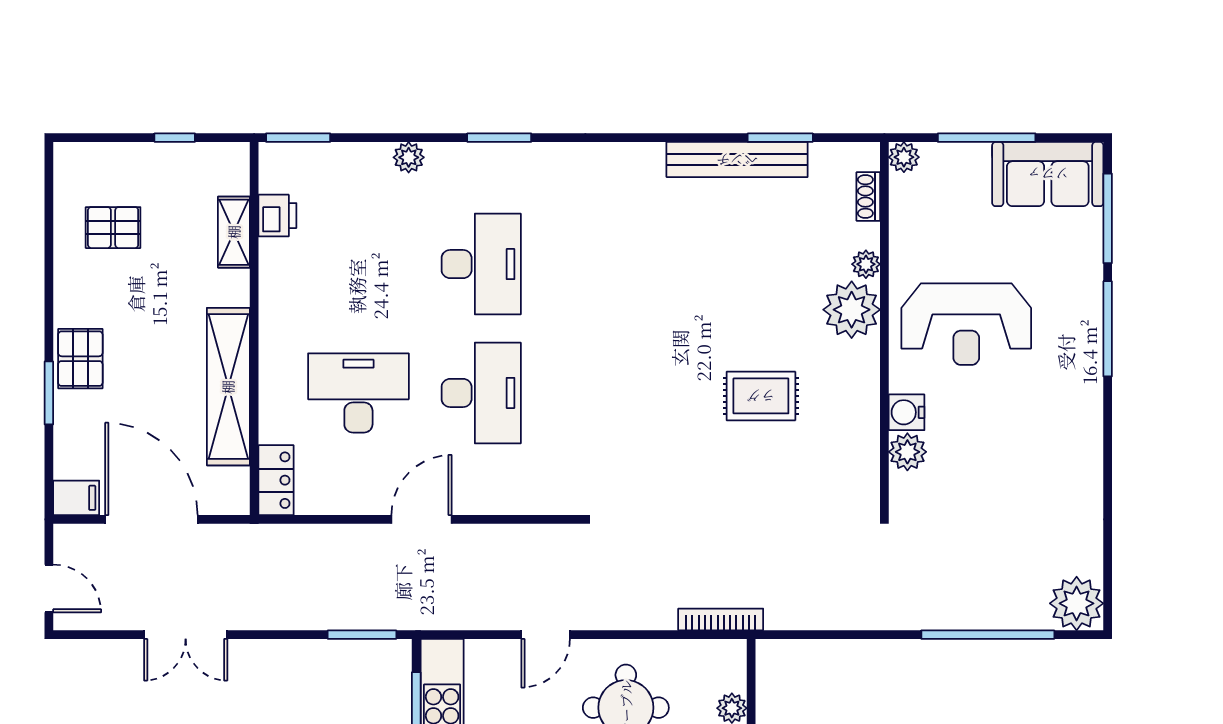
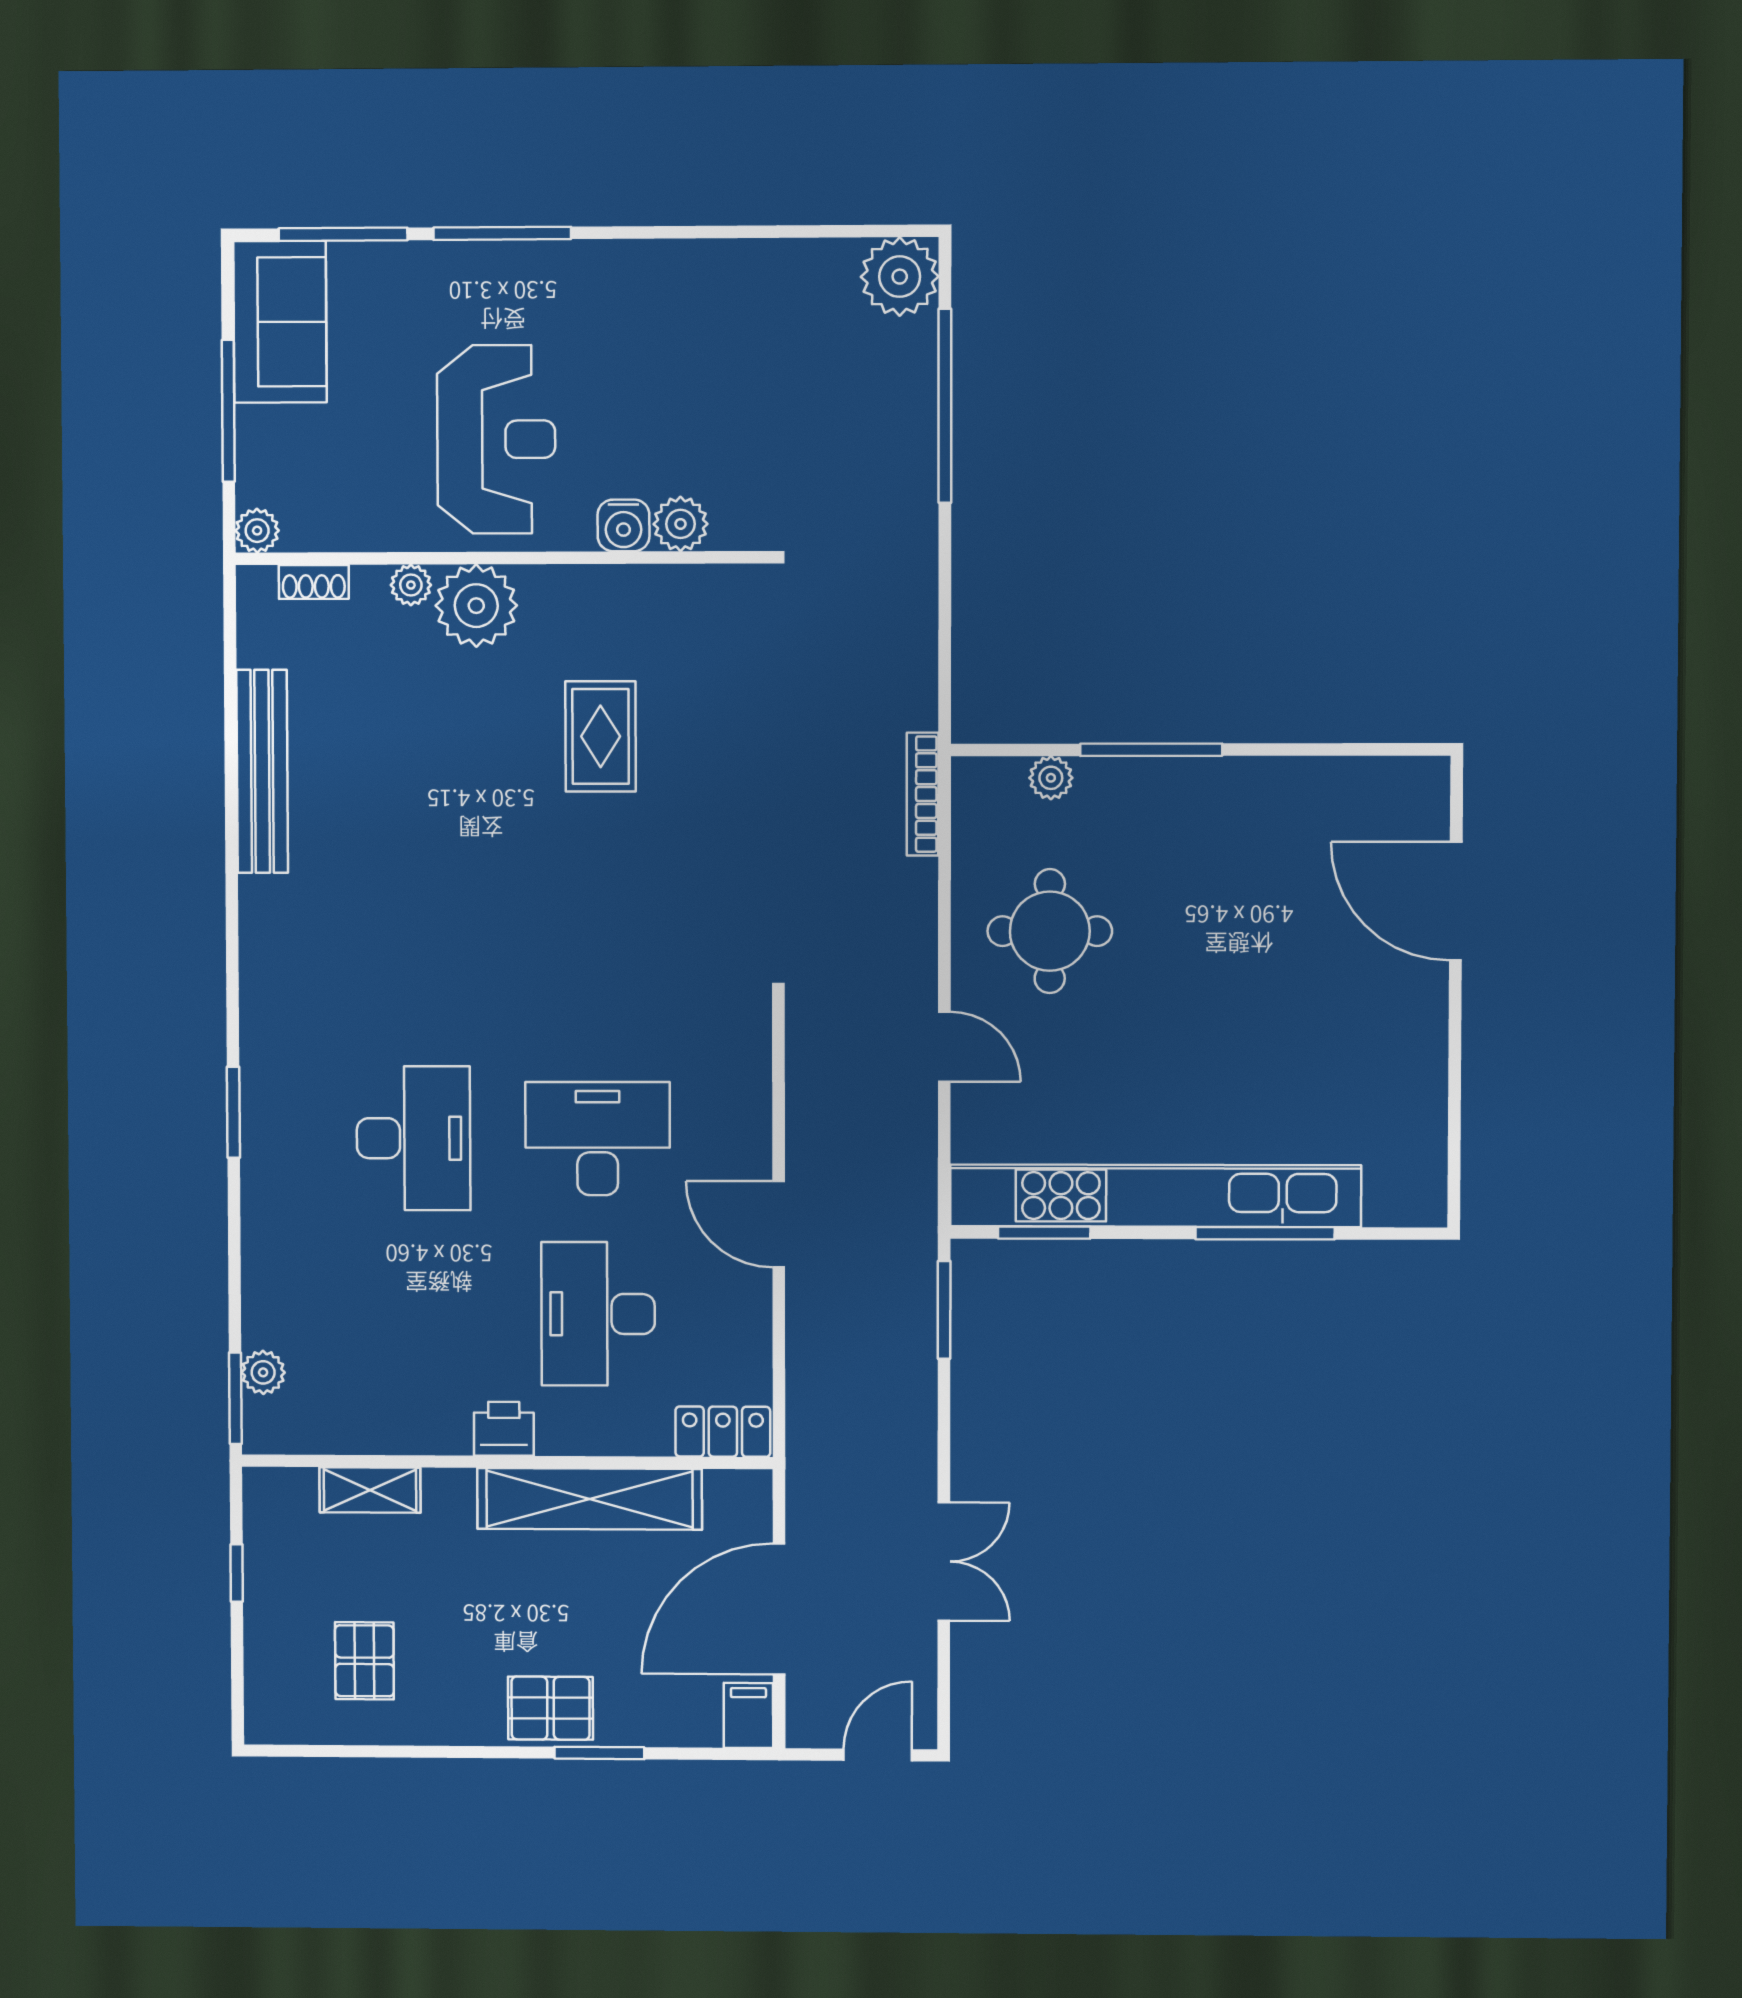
window: (780, 138) -> (230, 709), removed
plant: (409, 157) -> (263, 1372), moved
printer: (277, 216) -> (504, 1429), moved
desk: (481, 264) -> (413, 1138), turned 90

